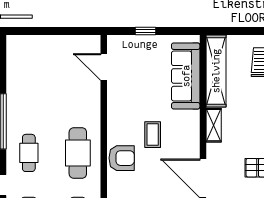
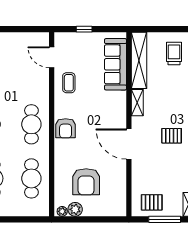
coffee table: (153, 135) -> (69, 83), moved
armchair: (122, 158) -> (66, 128), turned 90

